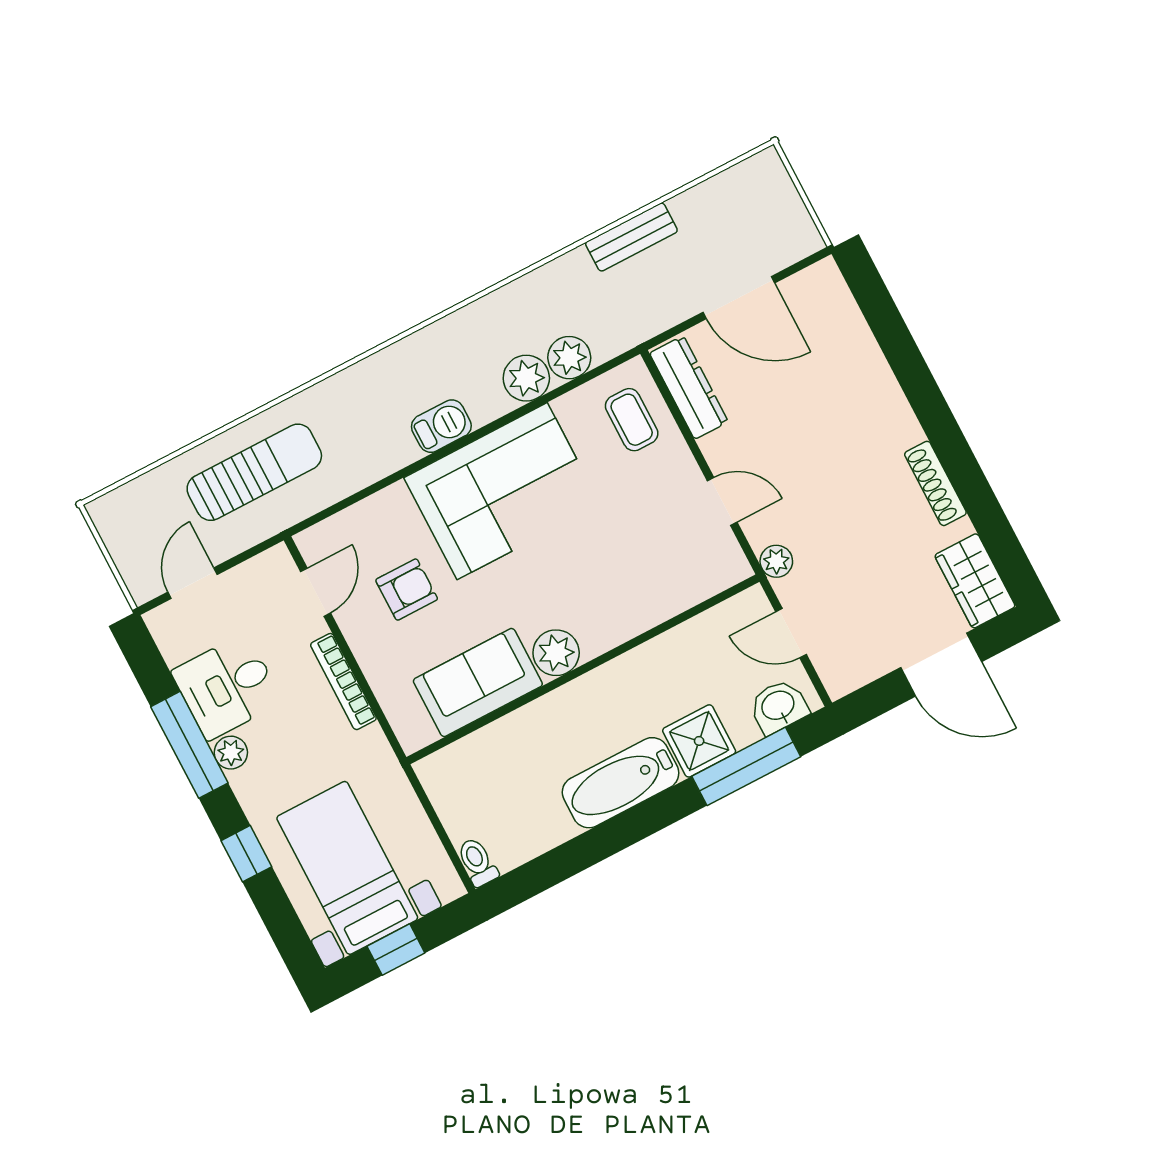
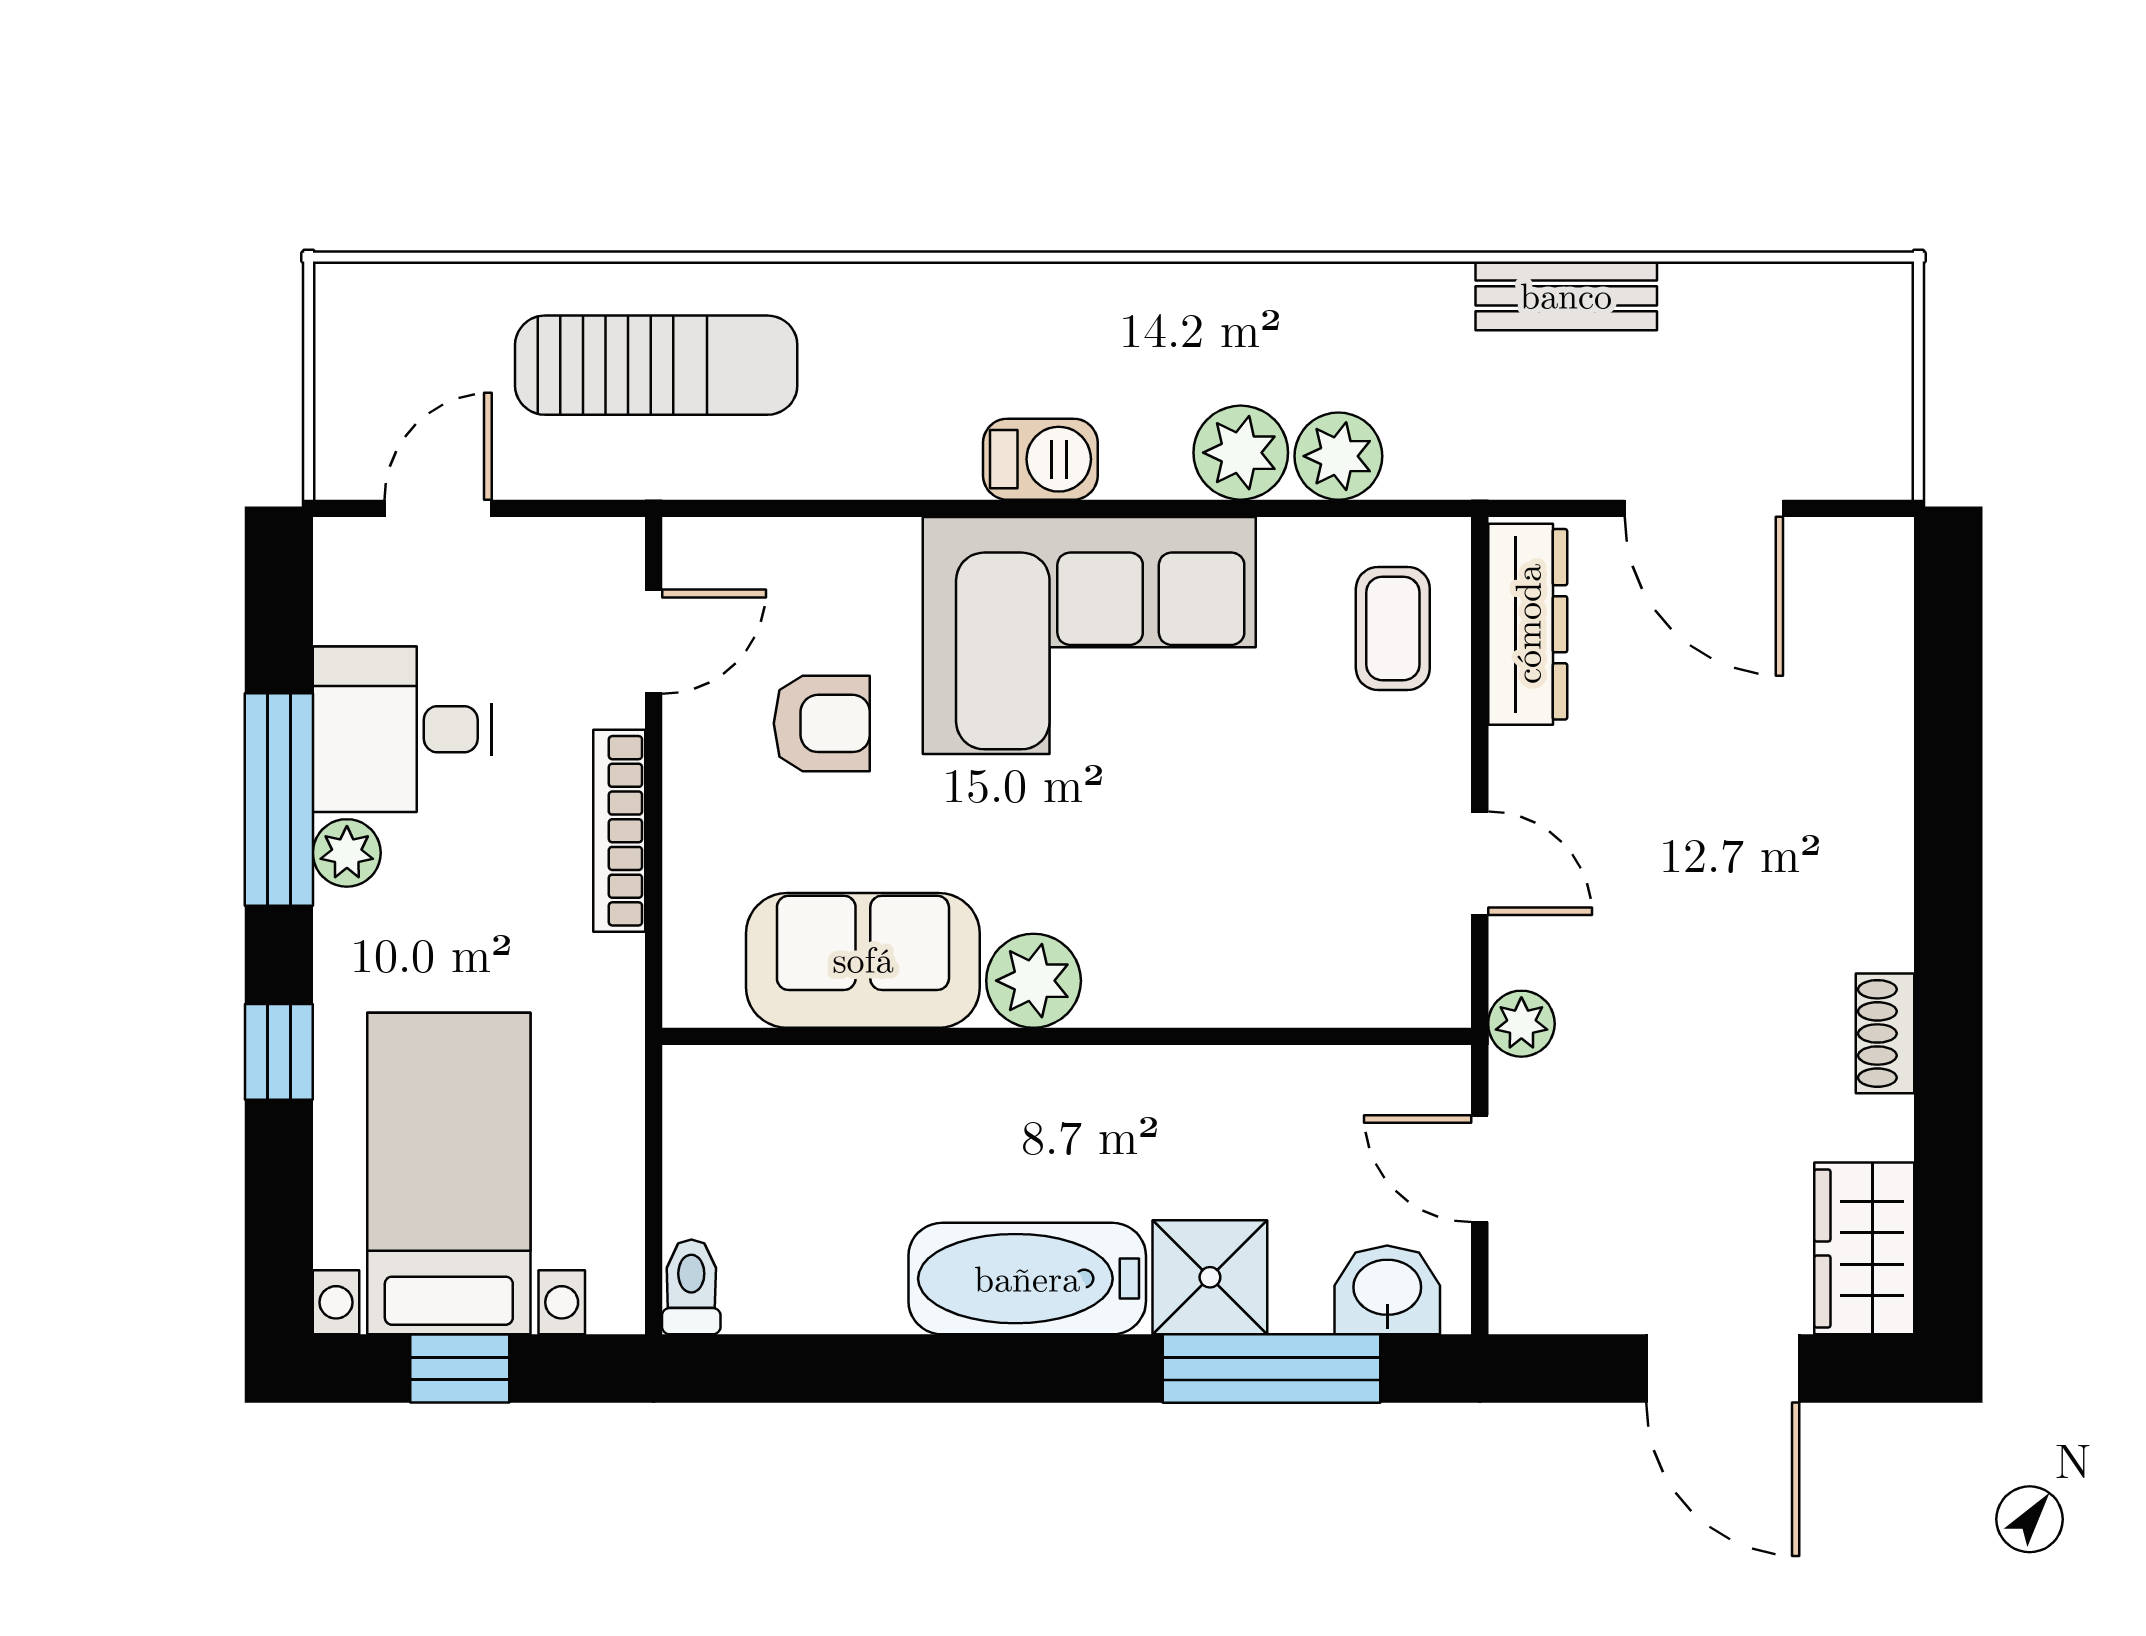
shoe rack: (935, 483) -> (1885, 1033), width x0.70

